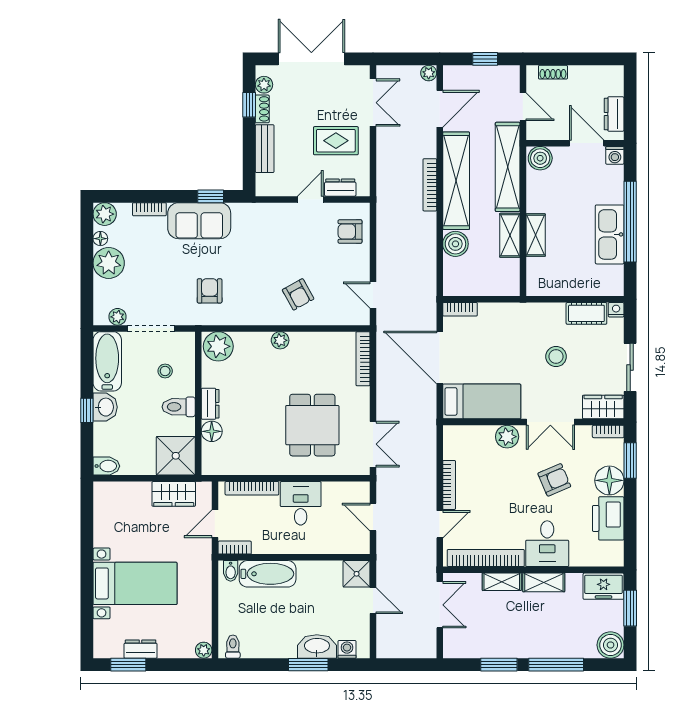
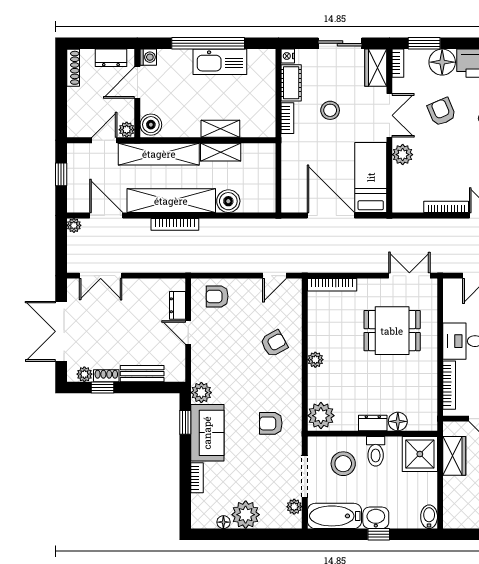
shoe rack: (553, 72) -> (73, 68), moved, width x1.43
double door: (373, 103) -> (101, 276), swing flipped
plant: (535, 131) -> (127, 130), added
rug: (336, 141) -> (135, 309), removed
plant: (105, 214) -> (201, 393), moved
armchair: (350, 231) -> (217, 296), turned 90
bookcase: (460, 309) -> (287, 118), moved
door: (440, 357) -> (331, 215), swing flipped
stool: (165, 371) -> (343, 464), width x1.89, depth x1.89

